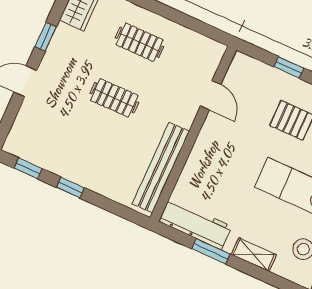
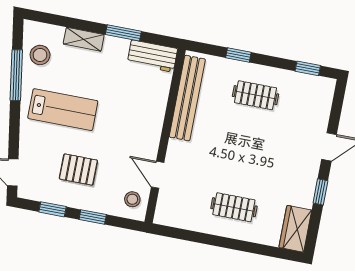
stool: (243, 76) -> (132, 199), added
clothes rail: (114, 98) -> (255, 95), moved
window: (71, 188) -> (238, 55), moved
workbench: (195, 224) -> (152, 56), width x0.73

